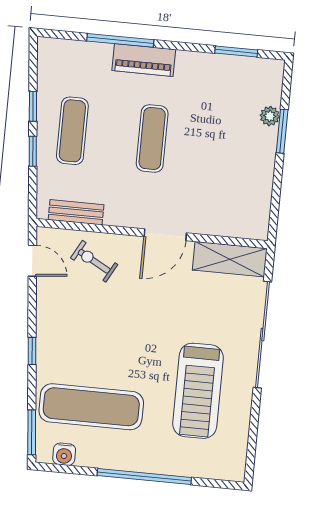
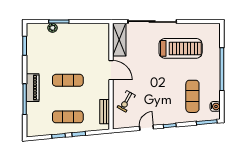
door: (32, 261) -> (146, 128), moved
exercise mat: (91, 407) -> (192, 96), width x0.73, depth x0.69

